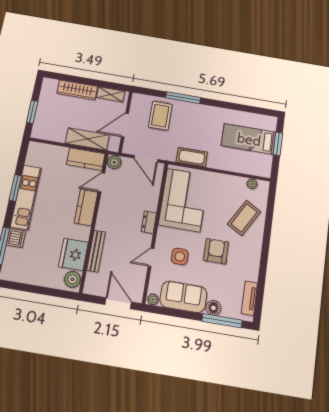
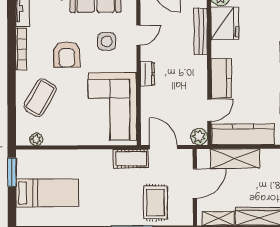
window: (278, 144) -> (12, 172), moved
cot: (192, 157) -> (131, 159), moved
kitchen counter: (86, 159) -> (243, 134), width x1.50
bookcase: (255, 263) -> (21, 49), added

